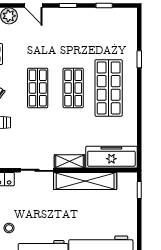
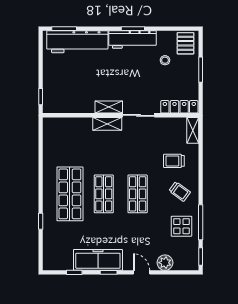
freezer: (111, 157) -> (98, 260), moved, turned 180
shelving: (85, 181) -> (109, 107), width x0.45, depth x0.75

